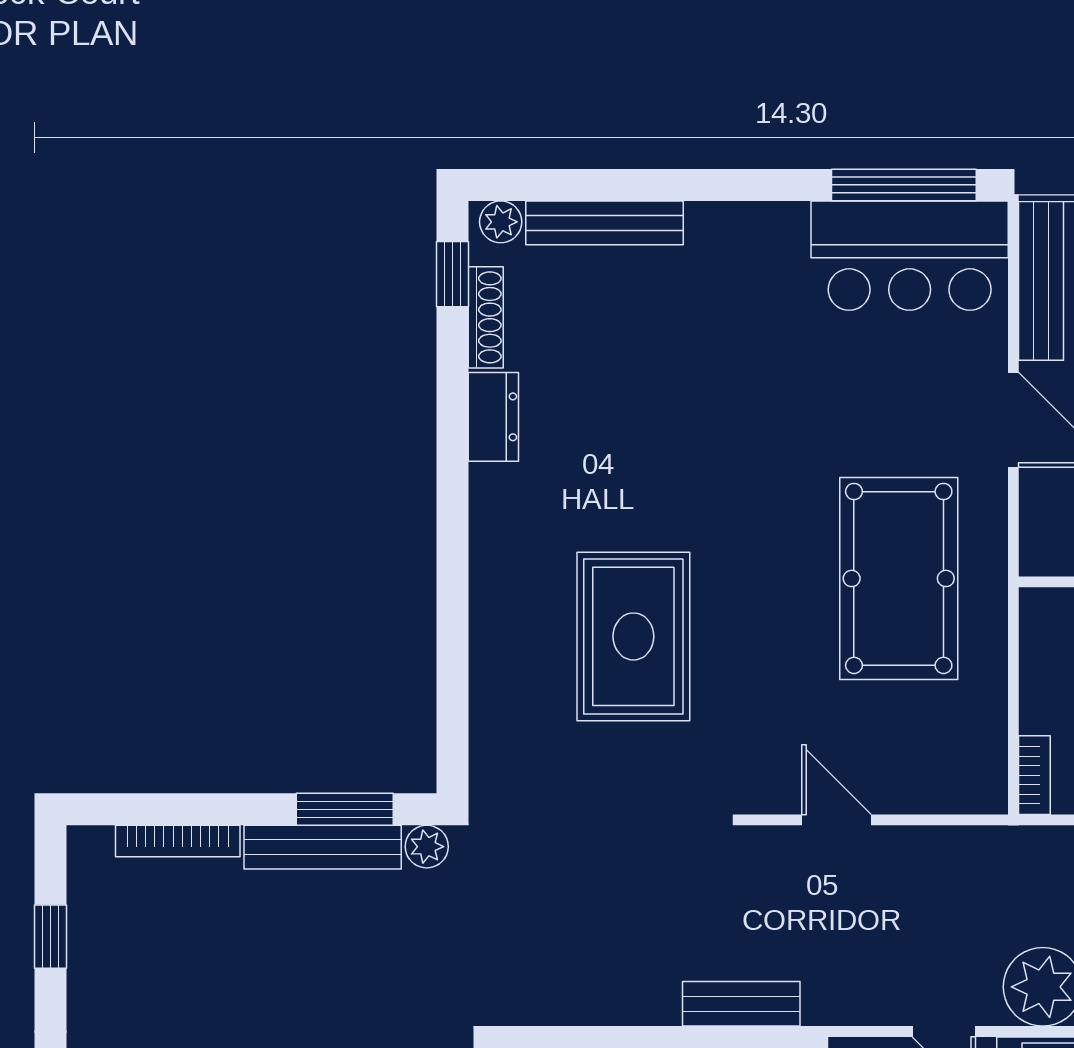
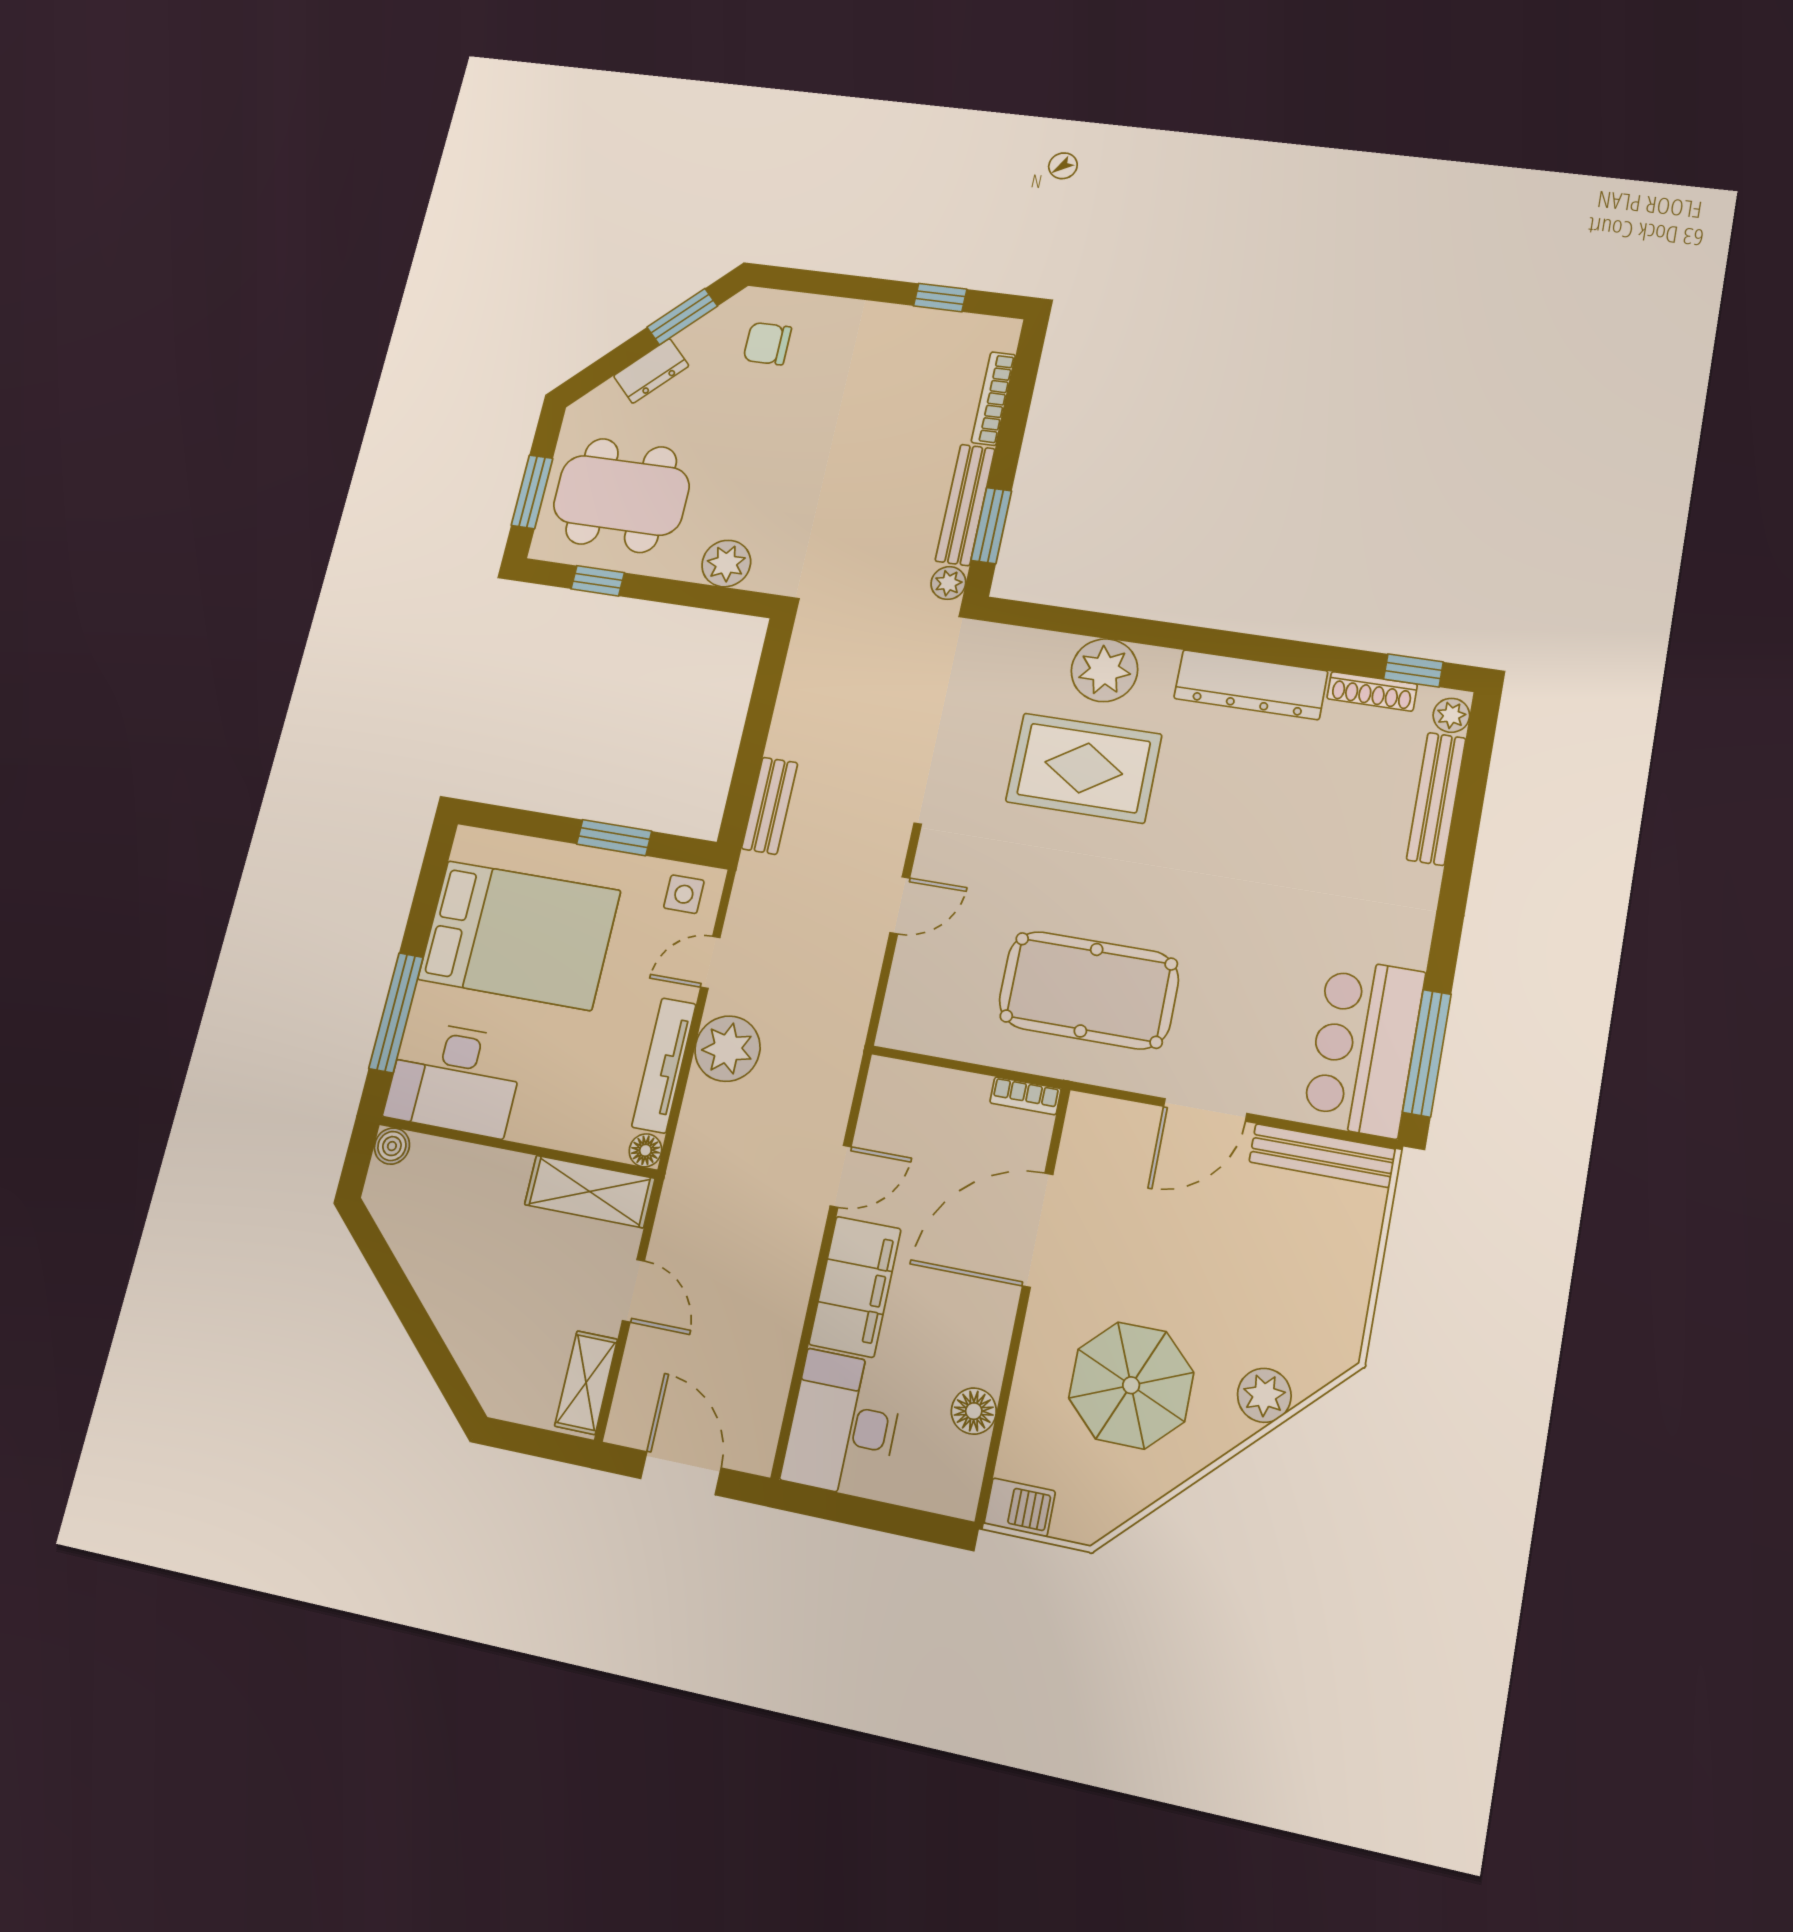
dresser: (493, 417) -> (1251, 685), width x1.96, depth x1.24
plant: (508, 636) -> (1104, 670), added
bookcase: (1034, 775) -> (1025, 1096), moved

